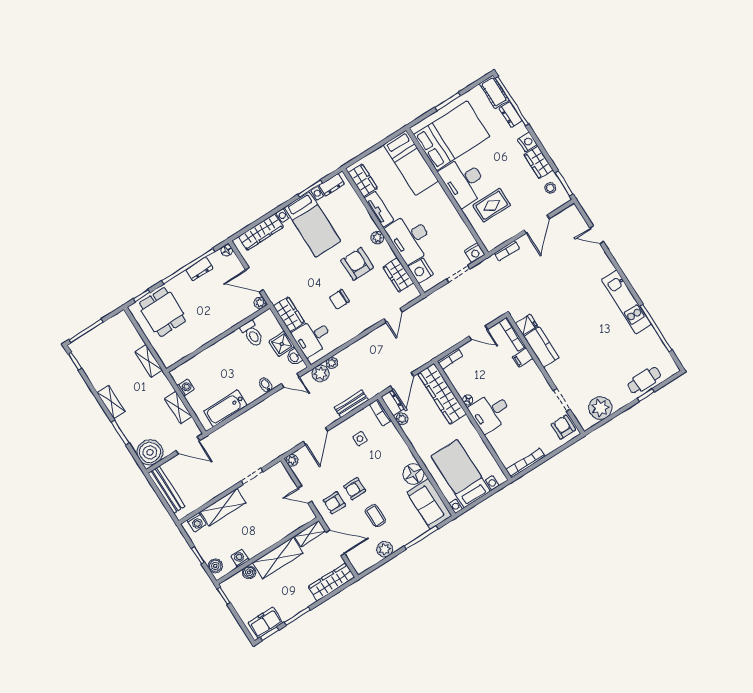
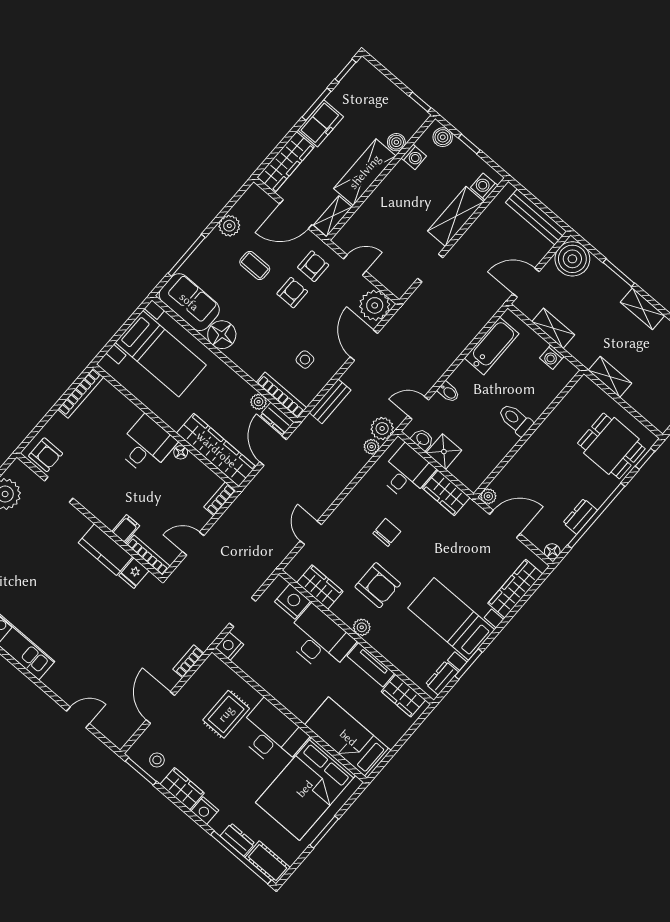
toilet: (252, 334) -> (515, 420), moved
bookcase: (380, 412) -> (281, 395), width x1.56
plant: (292, 460) -> (375, 305), width x1.88, depth x1.88
freezer: (265, 623) -> (321, 123), moved

